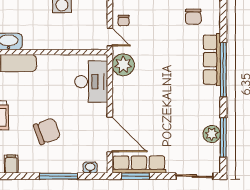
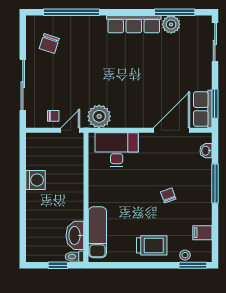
chair: (193, 17) -> (49, 44), turned 108
row of seats: (212, 60) -> (134, 24), moved
window: (223, 70) -> (71, 12), moved
chair: (47, 131) -> (168, 195), width x0.54, depth x0.54
row of seats: (139, 165) -> (203, 109), width x0.68

